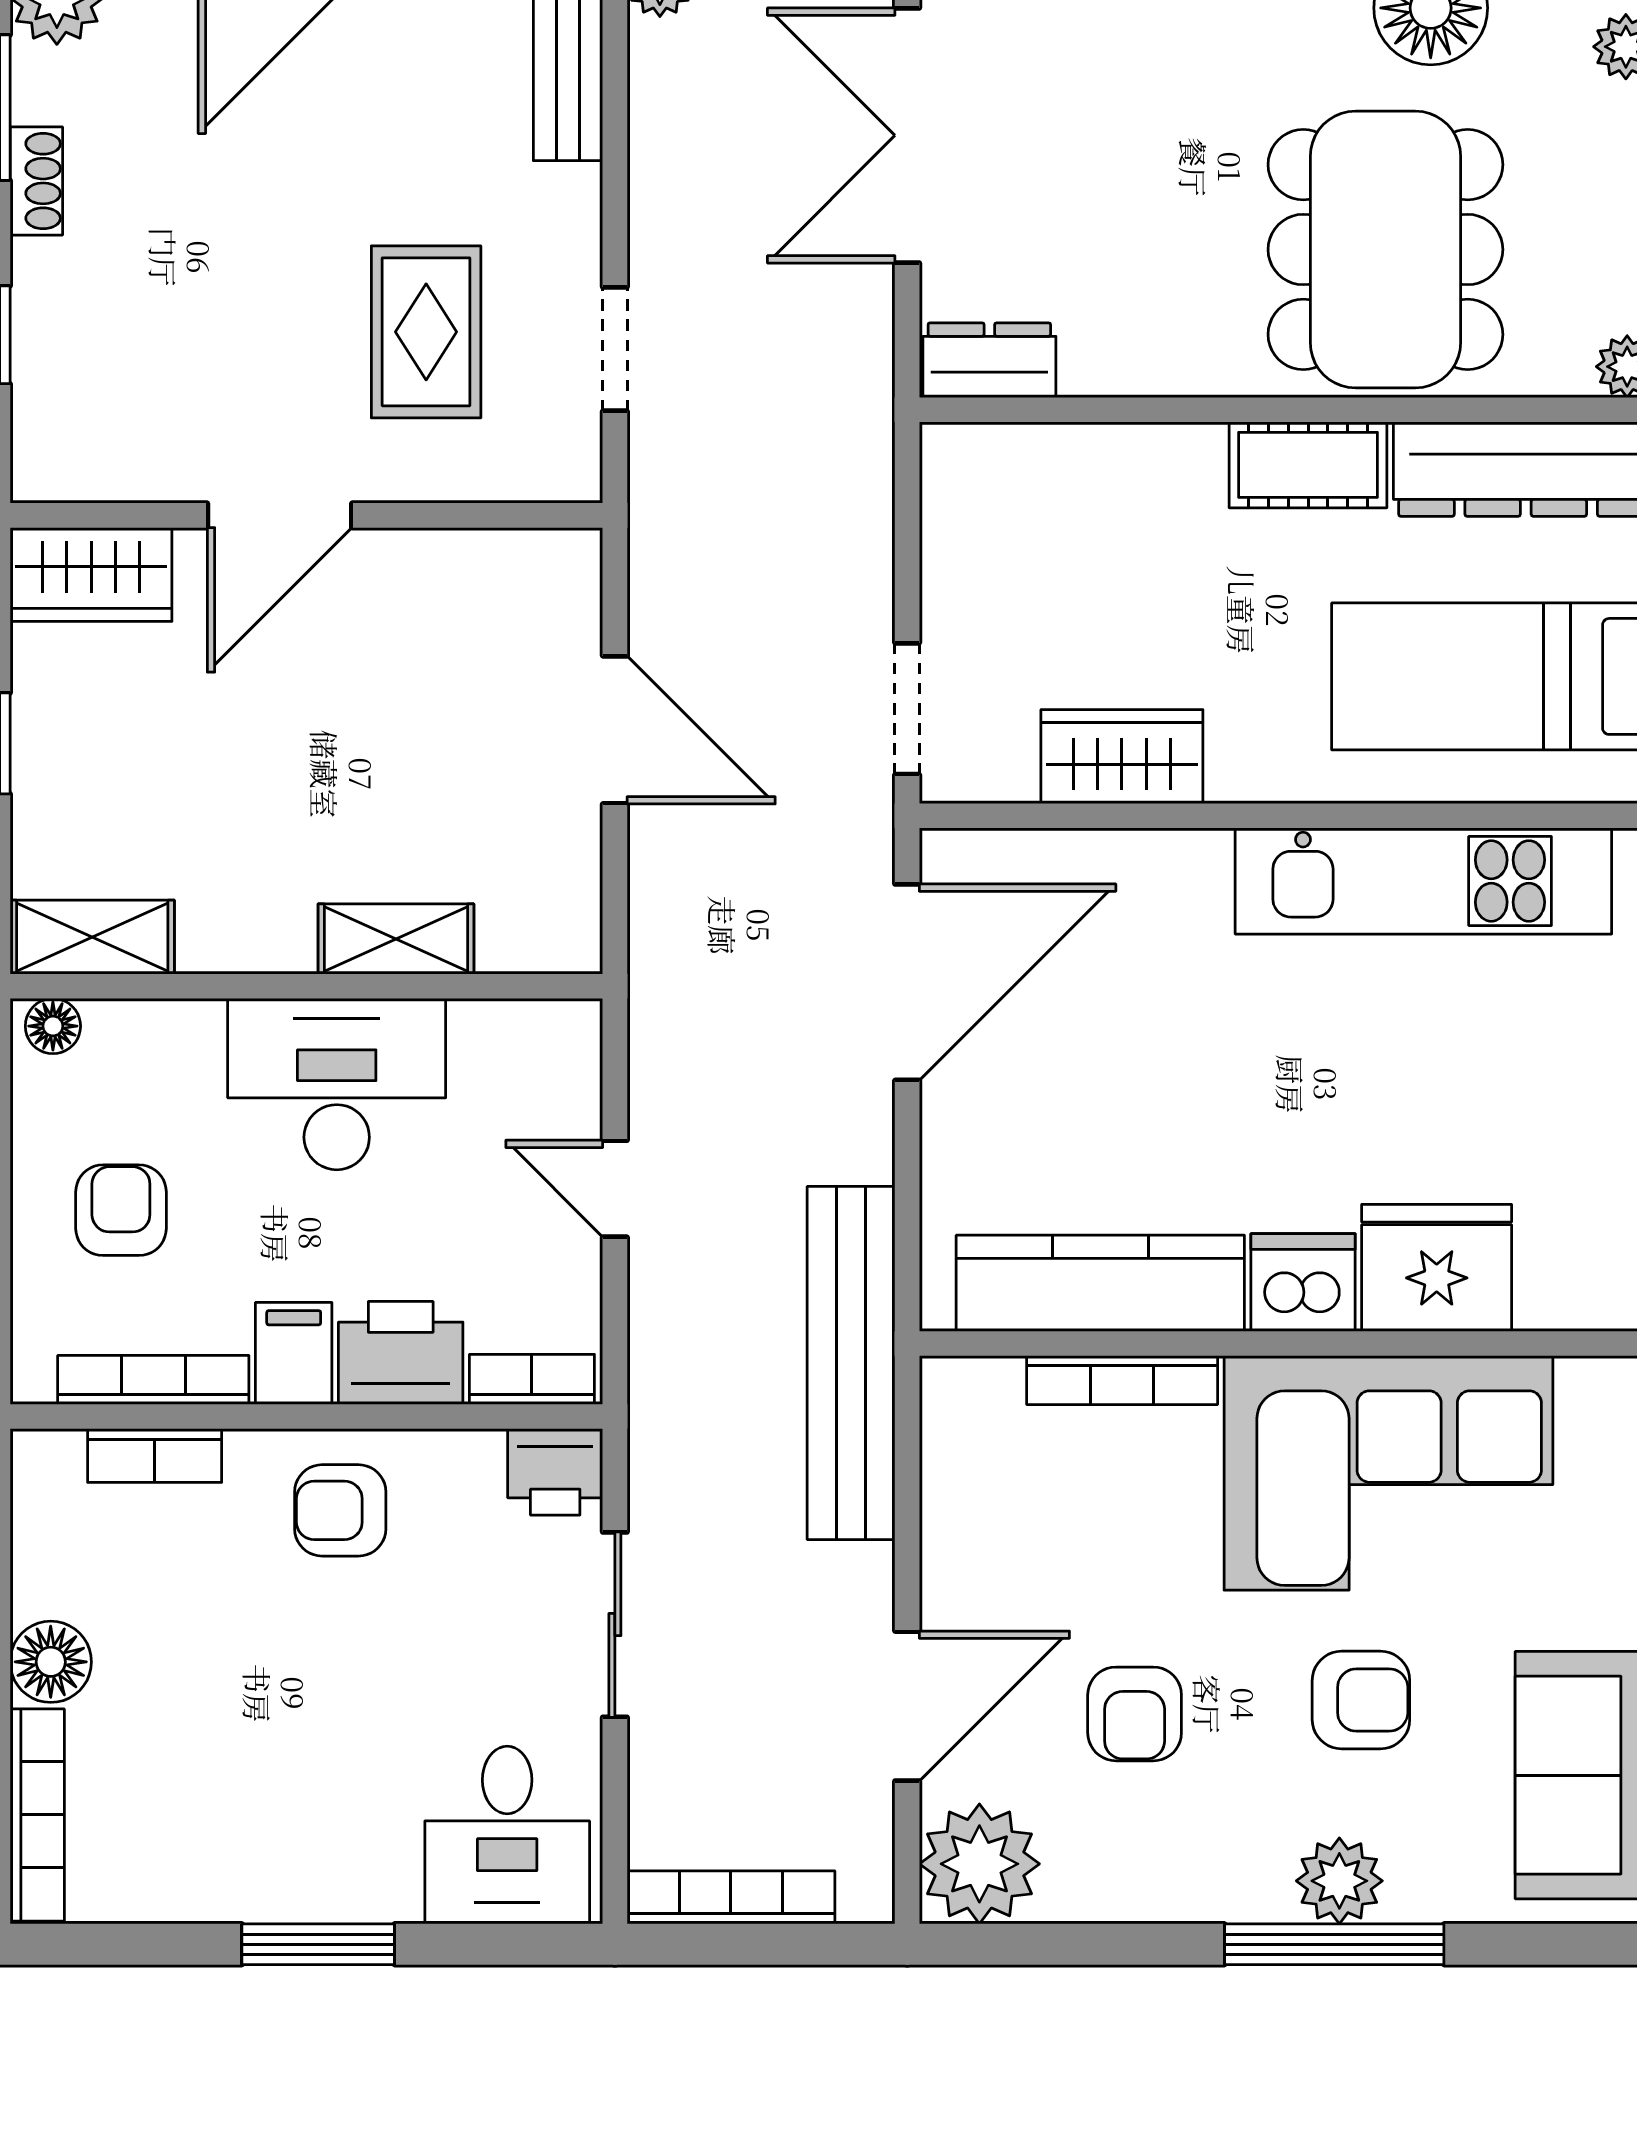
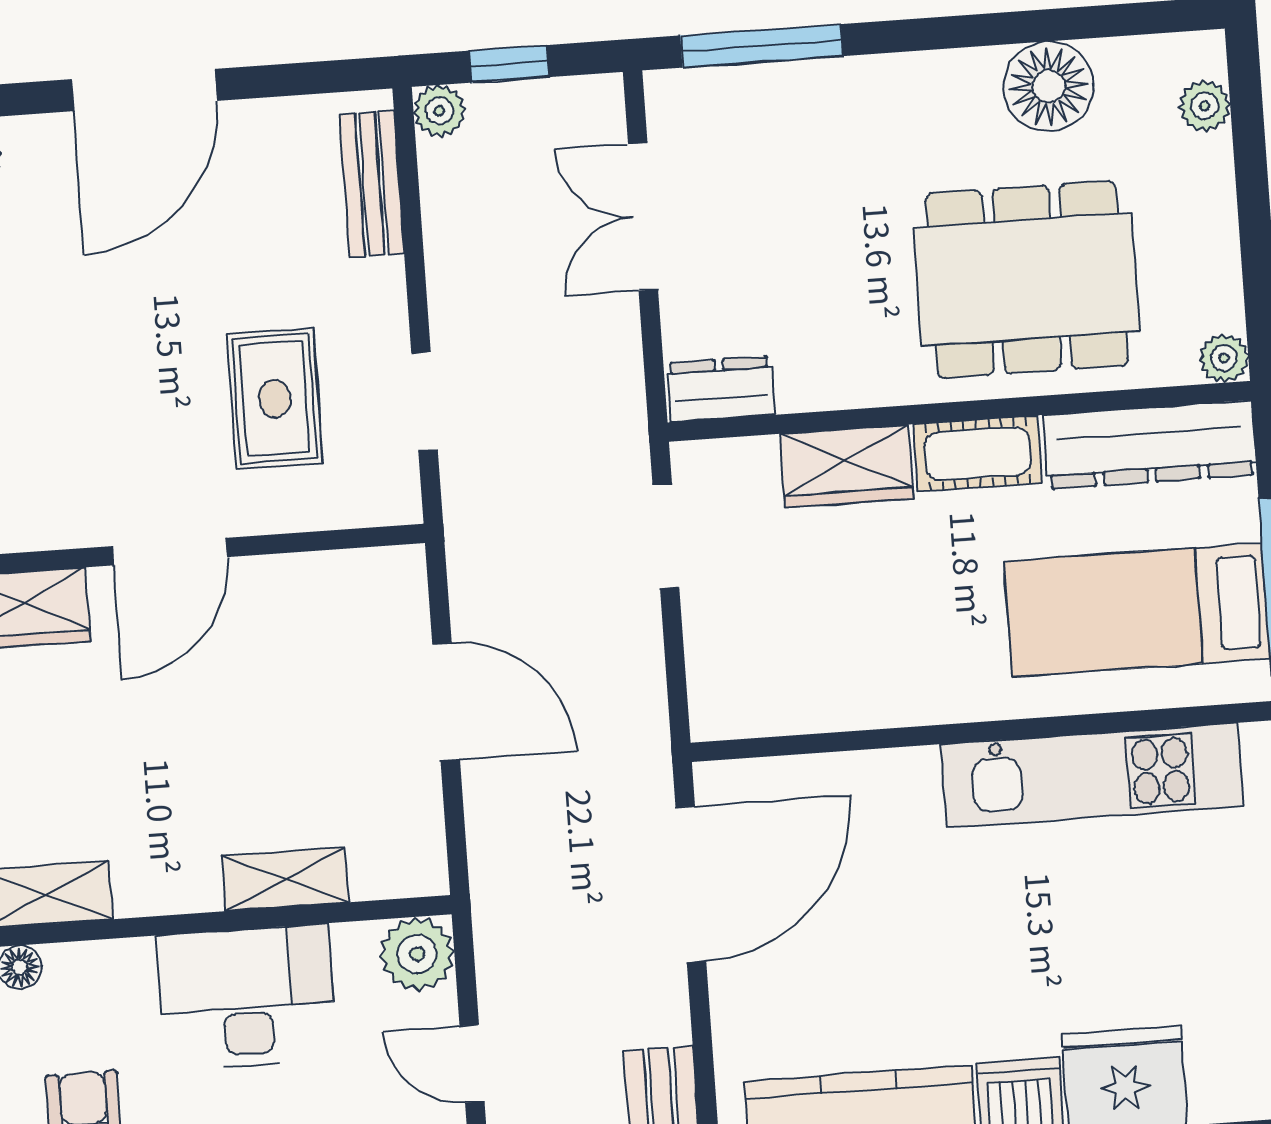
double door: (907, 135) -> (643, 217), width x0.73
dining table: (1385, 250) -> (1027, 279), turned 90
doorway: (907, 709) -> (666, 536), moved
wardrobe: (1122, 757) -> (847, 466), moved, turned 180
plant: (556, 1046) -> (417, 954), added

